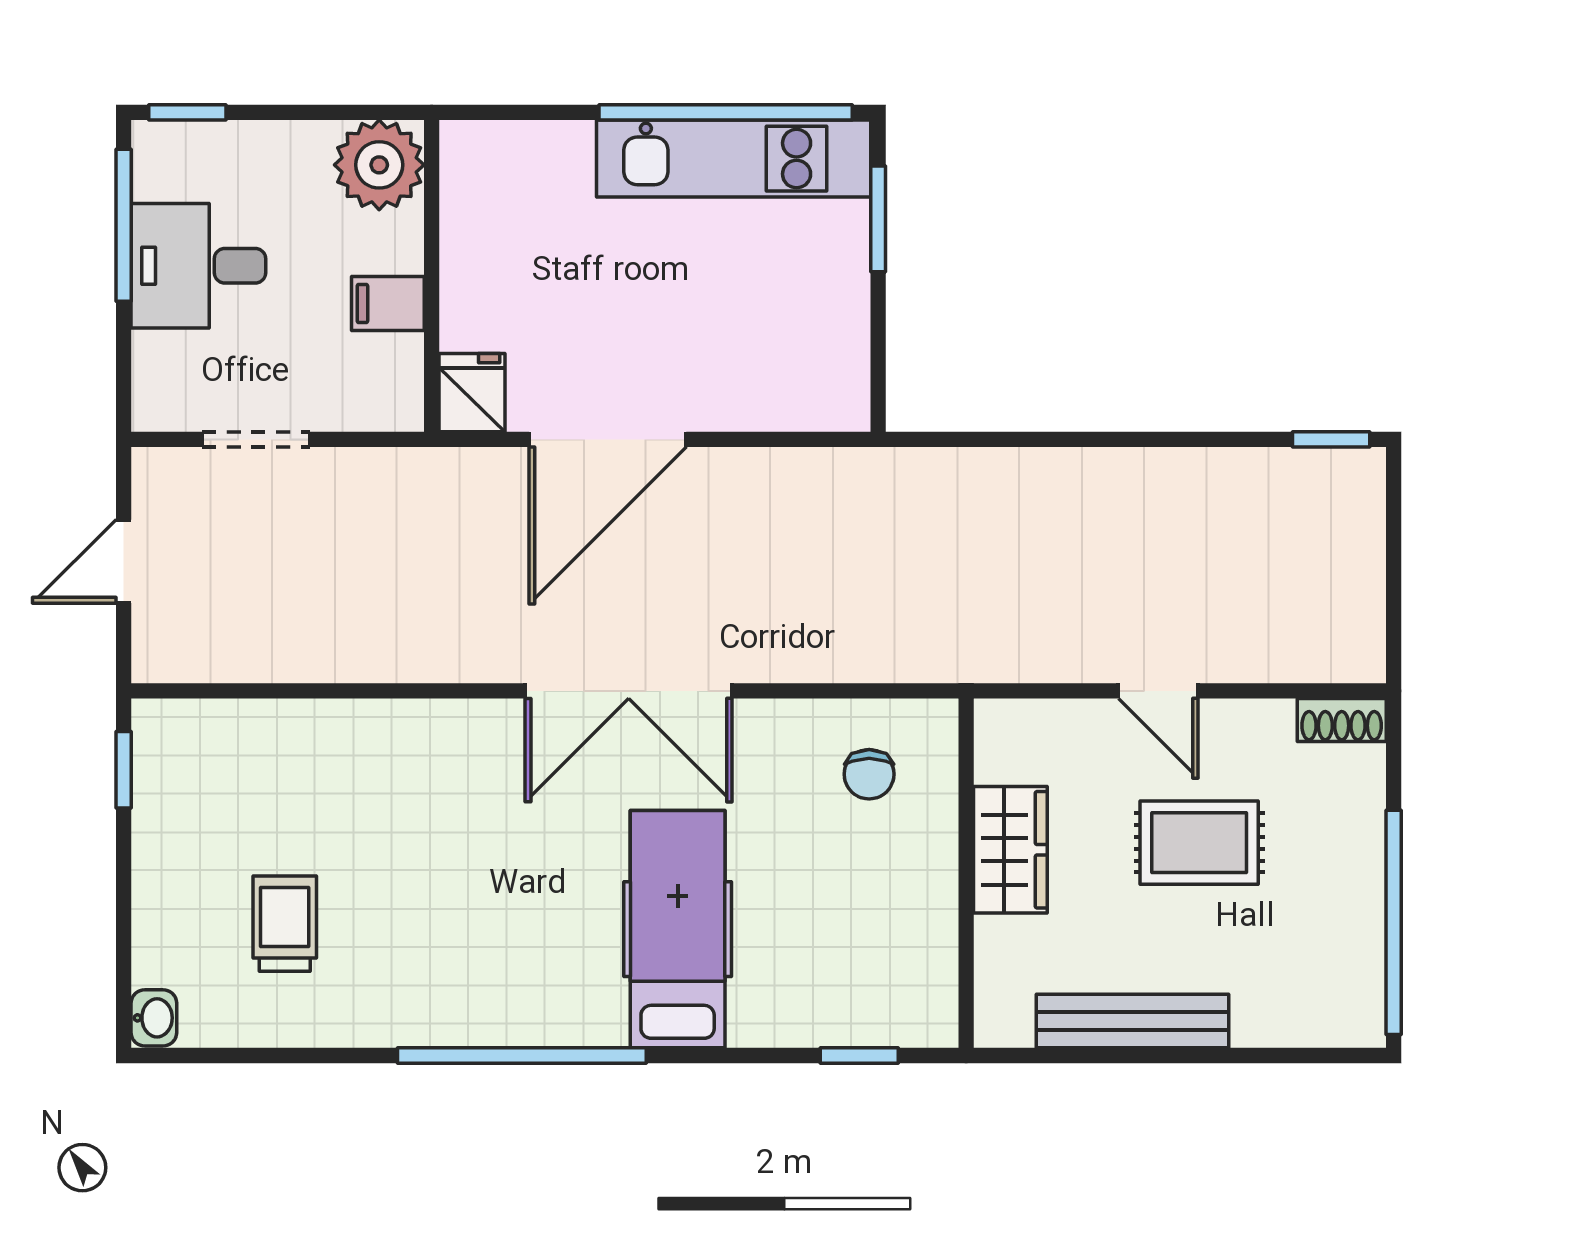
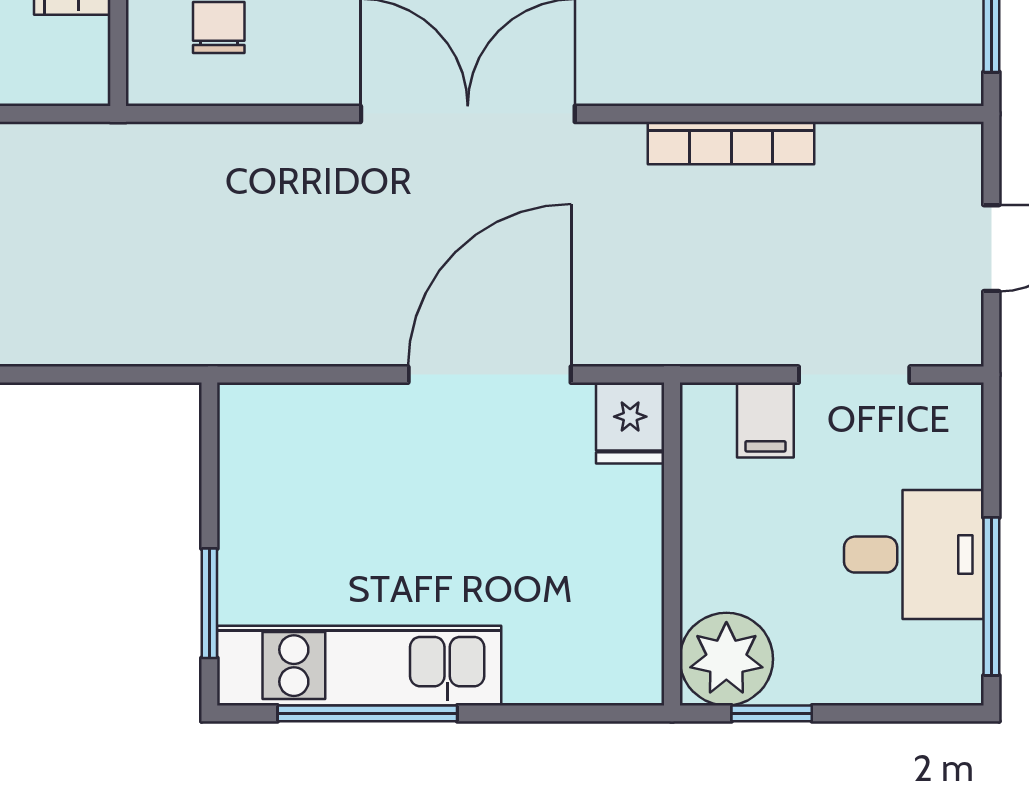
window: (187, 112) -> (772, 713), moved
window: (726, 112) -> (367, 713), width x0.68
filing cabinet: (388, 303) -> (765, 420), moved, turned 90
bookcase: (375, 663) -> (731, 143), added

